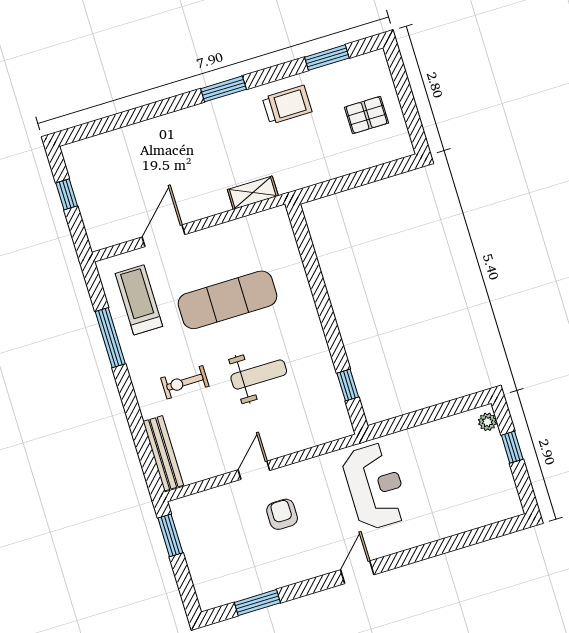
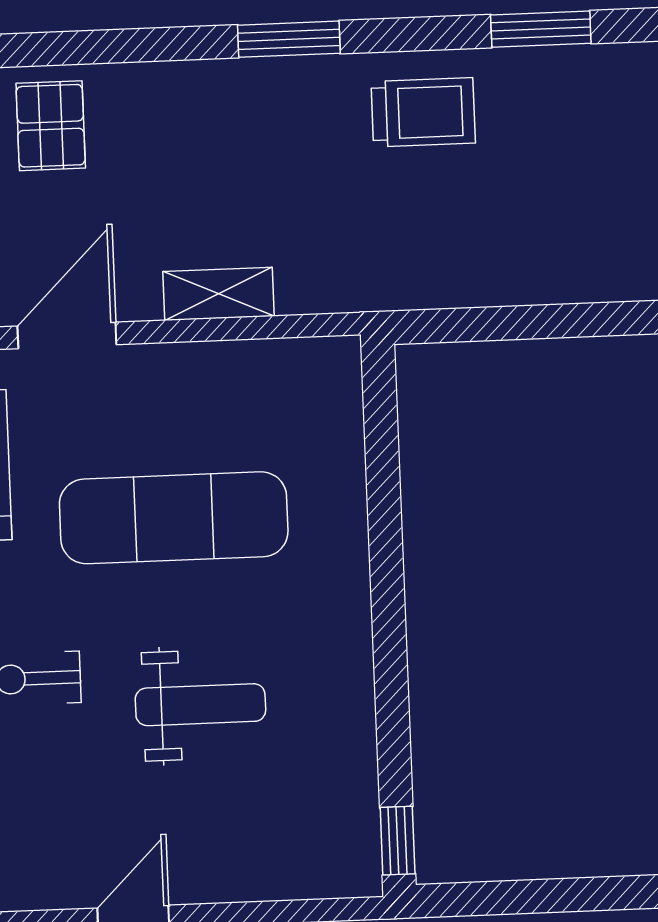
pallet: (367, 115) -> (51, 126), moved, turned 90
shelving: (253, 193) -> (219, 294), moved
window: (348, 385) -> (398, 841), moved

